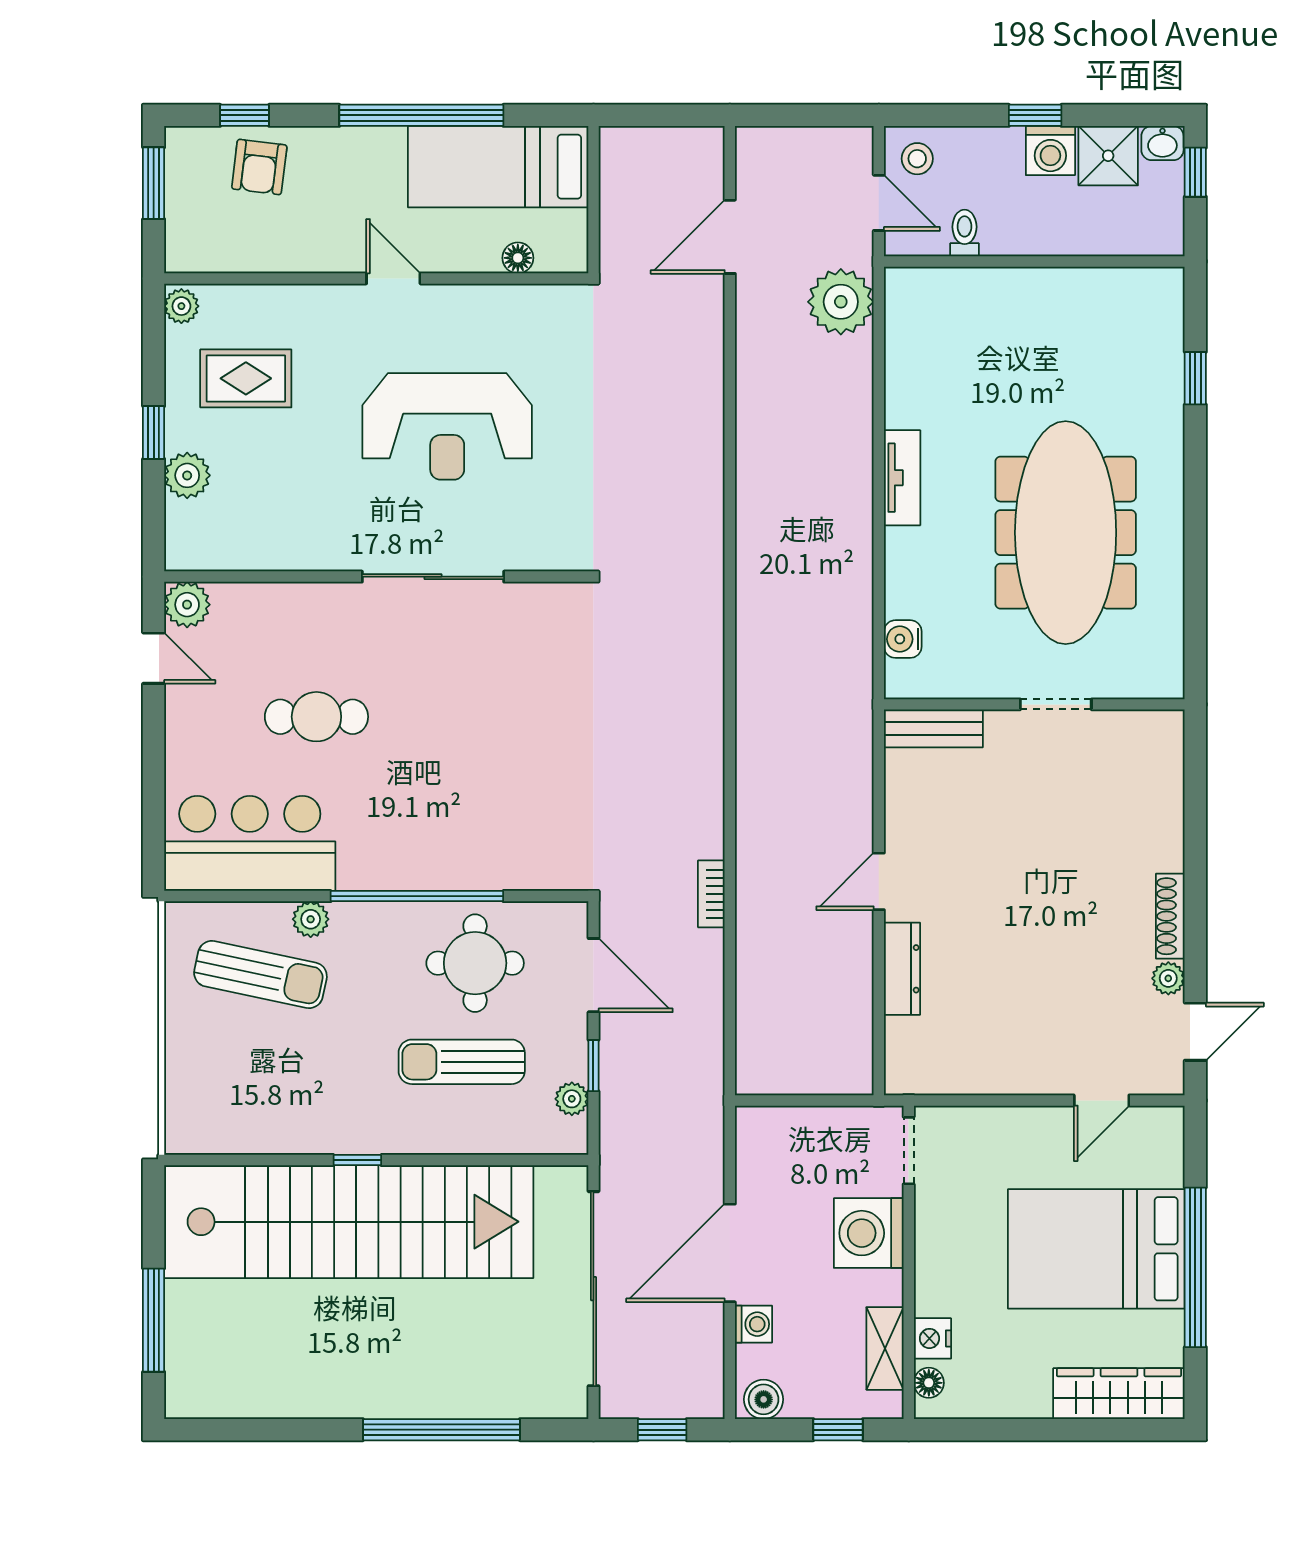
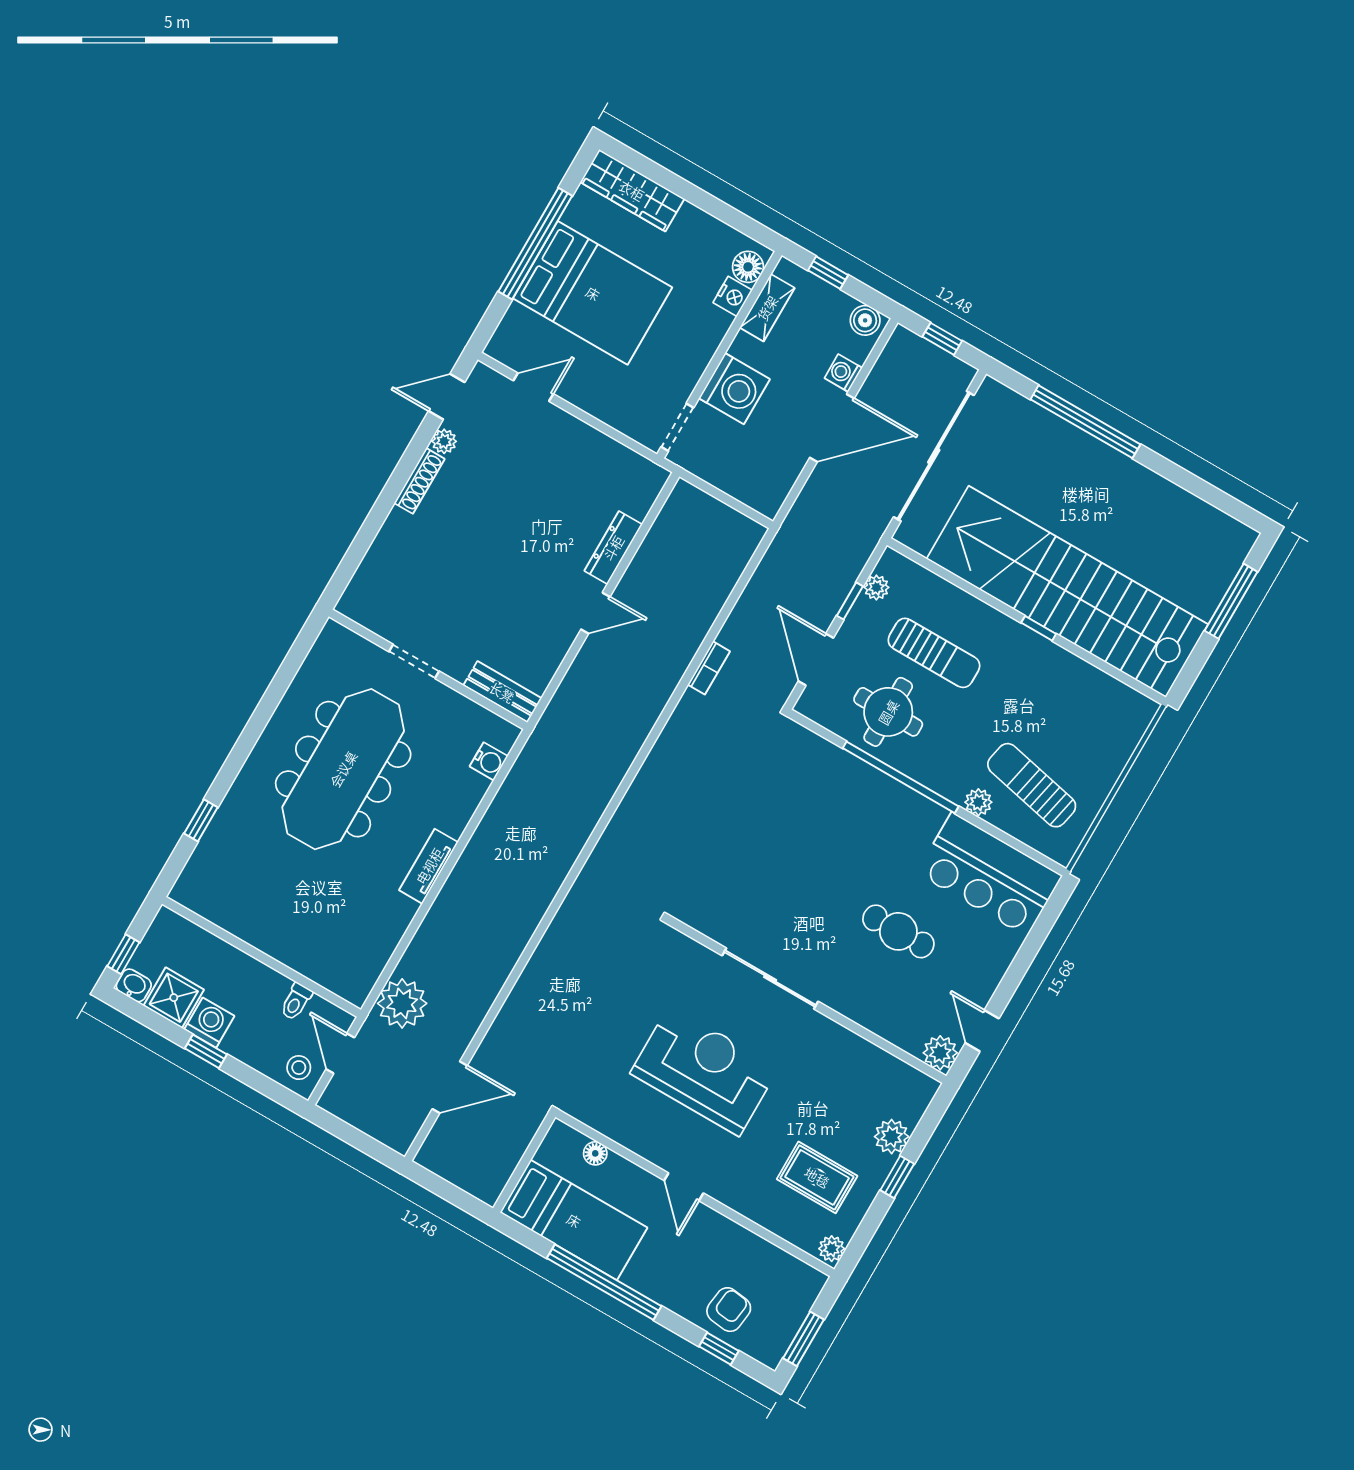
floor lamp: (929, 1383) -> (748, 267), width x1.37, depth x1.37

